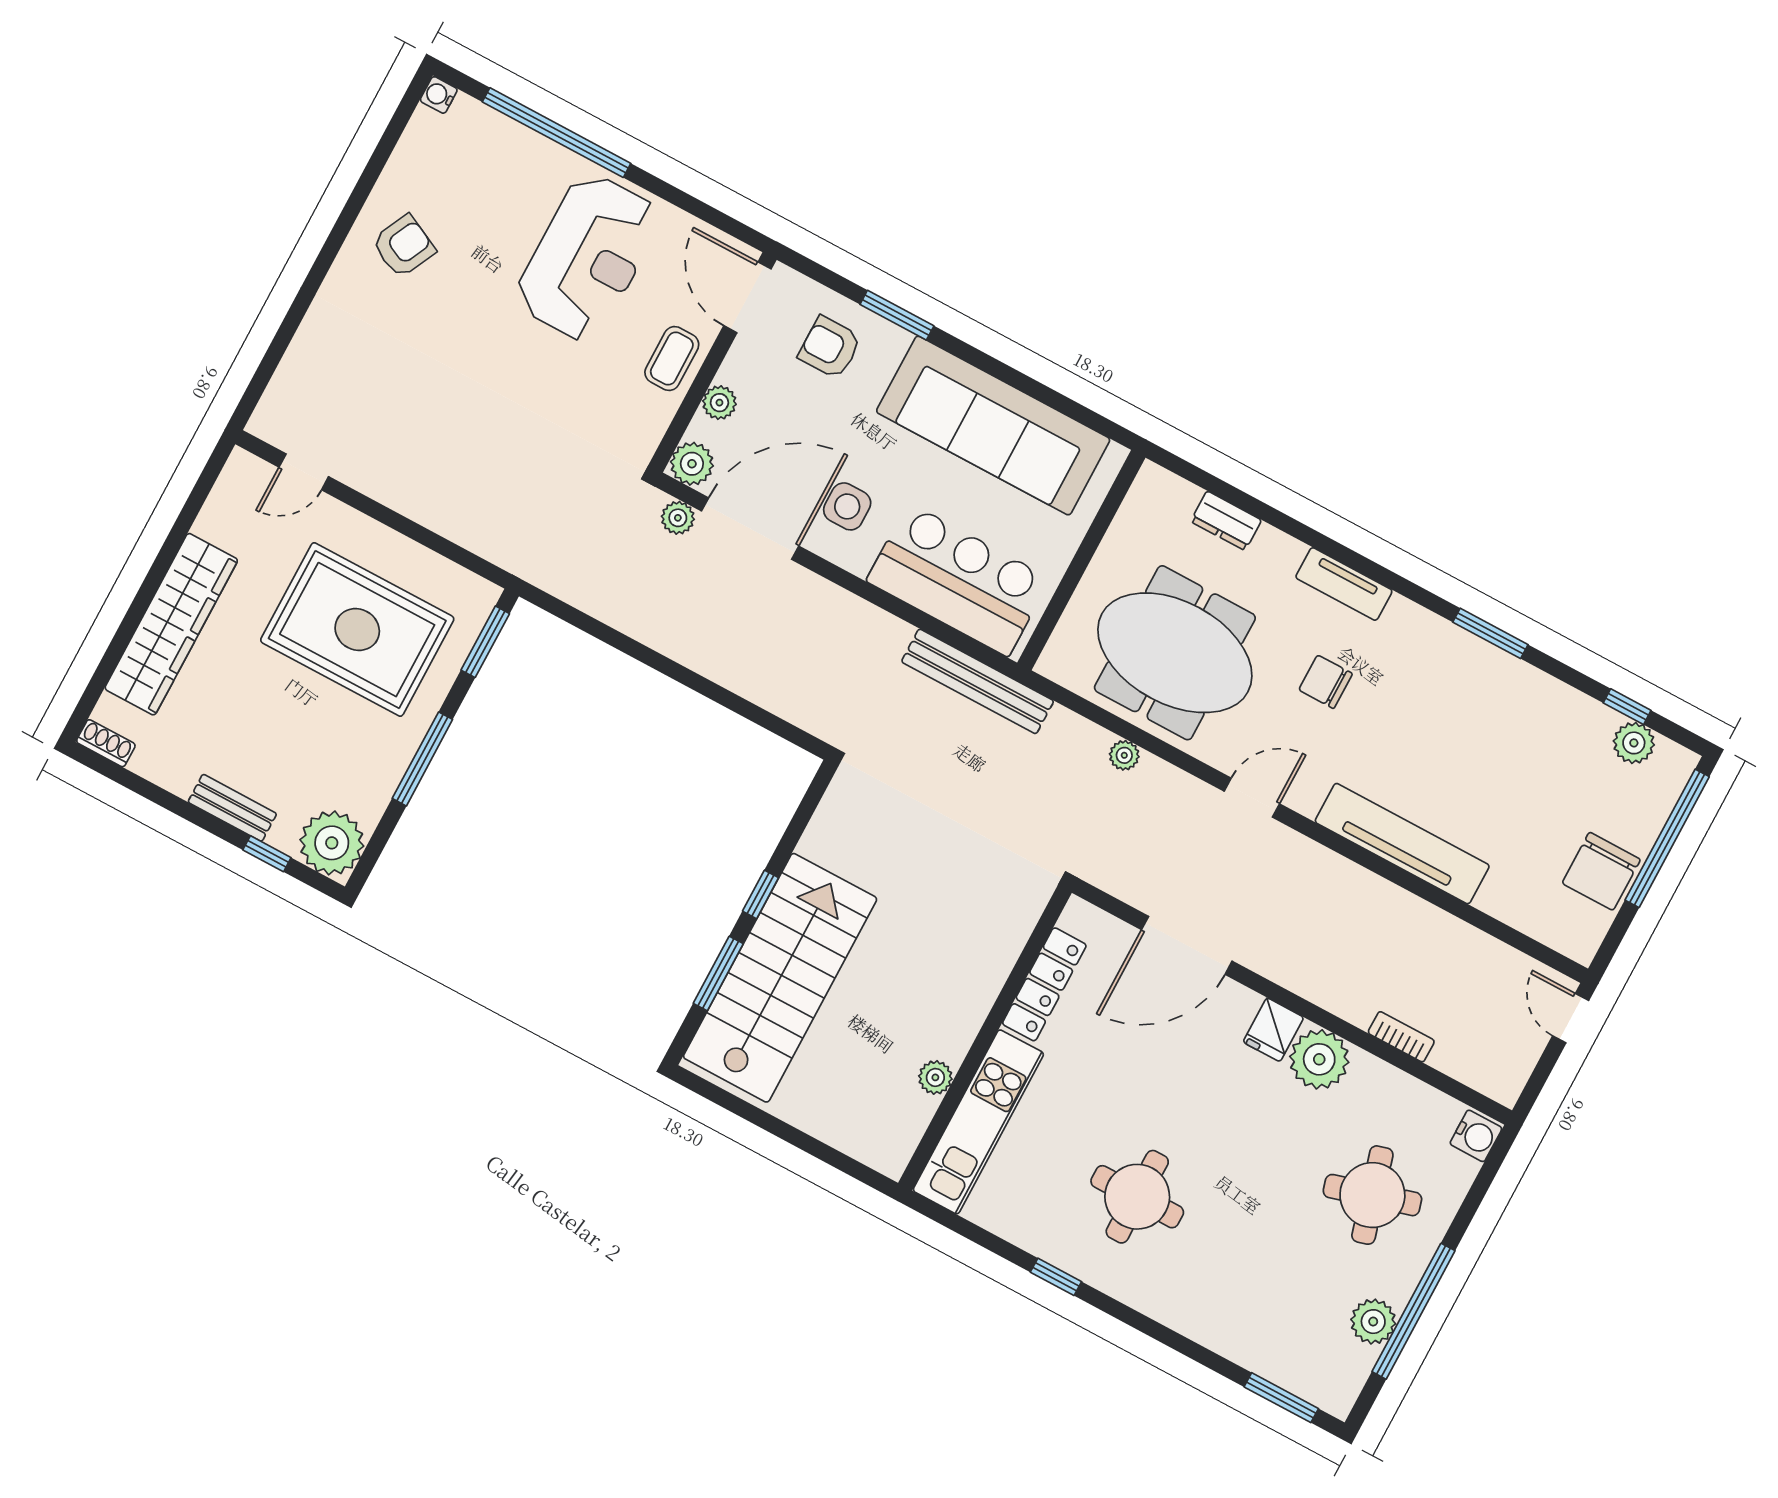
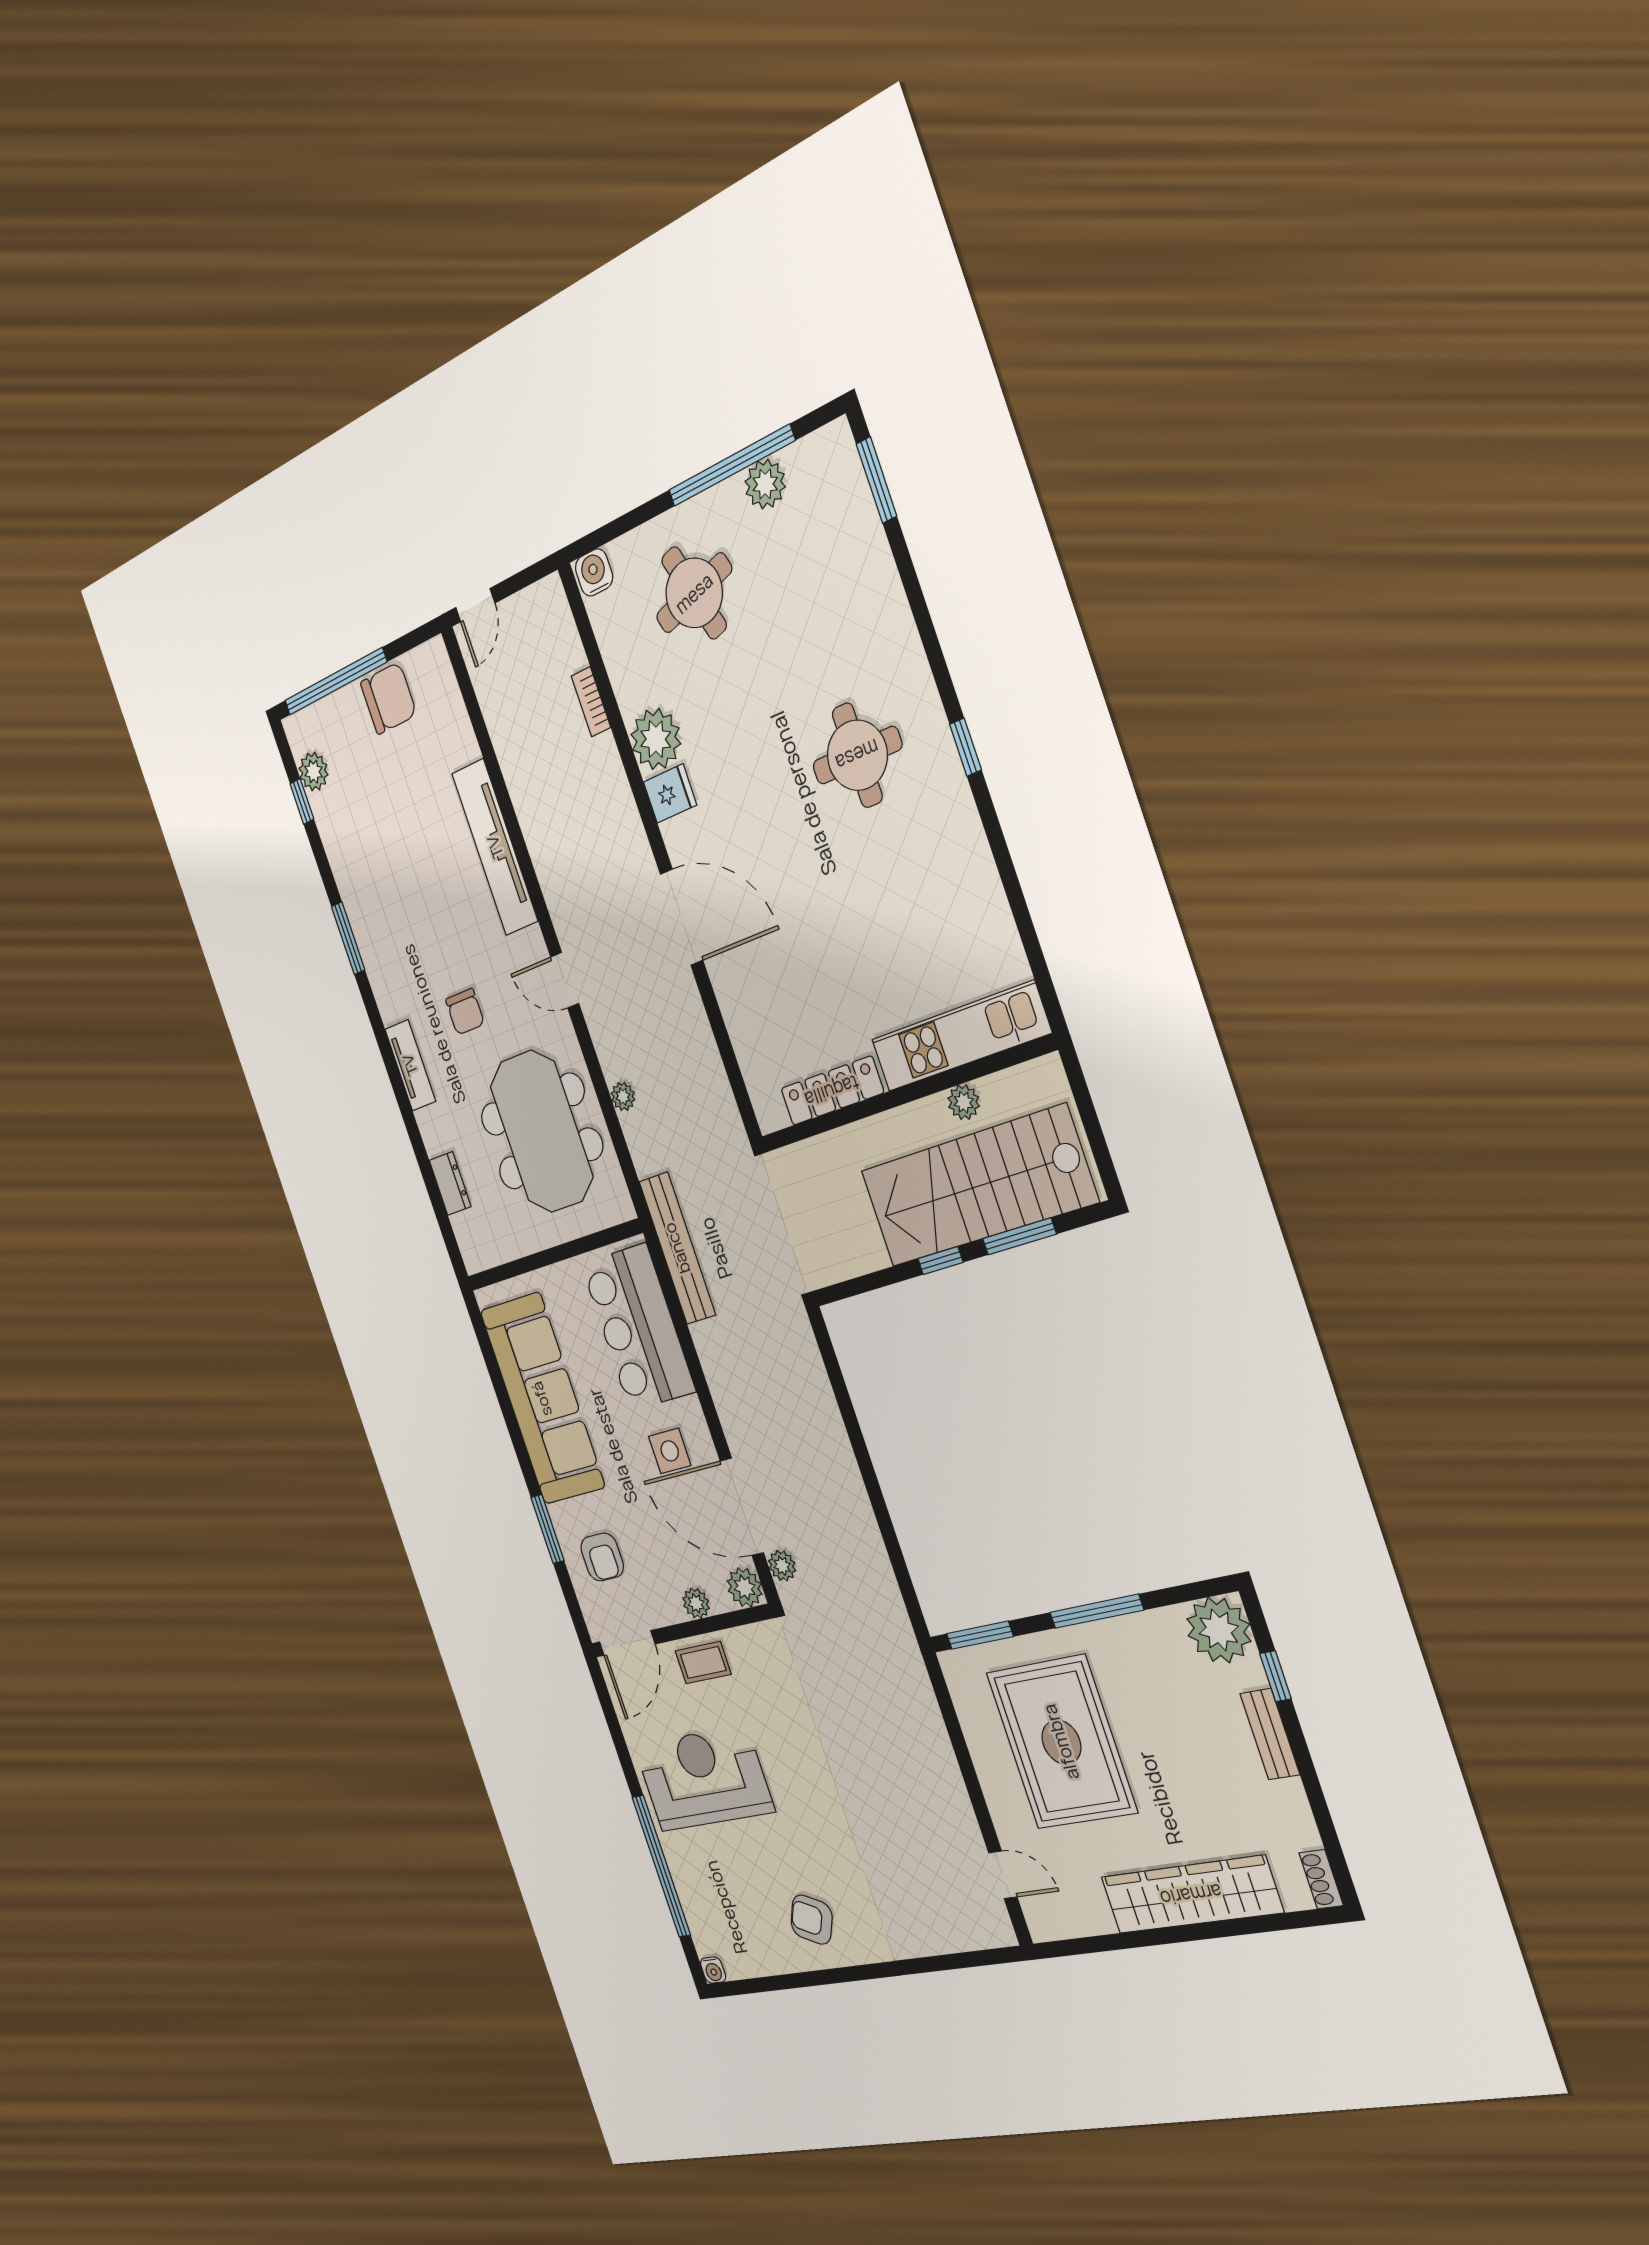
locker: (1044, 984) -> (832, 1091), moved
wall: (985, 1038) -> (905, 1095), moved
plant: (935, 1077) -> (964, 1102), moved
kitchen unit: (978, 1122) -> (960, 1037), moved

